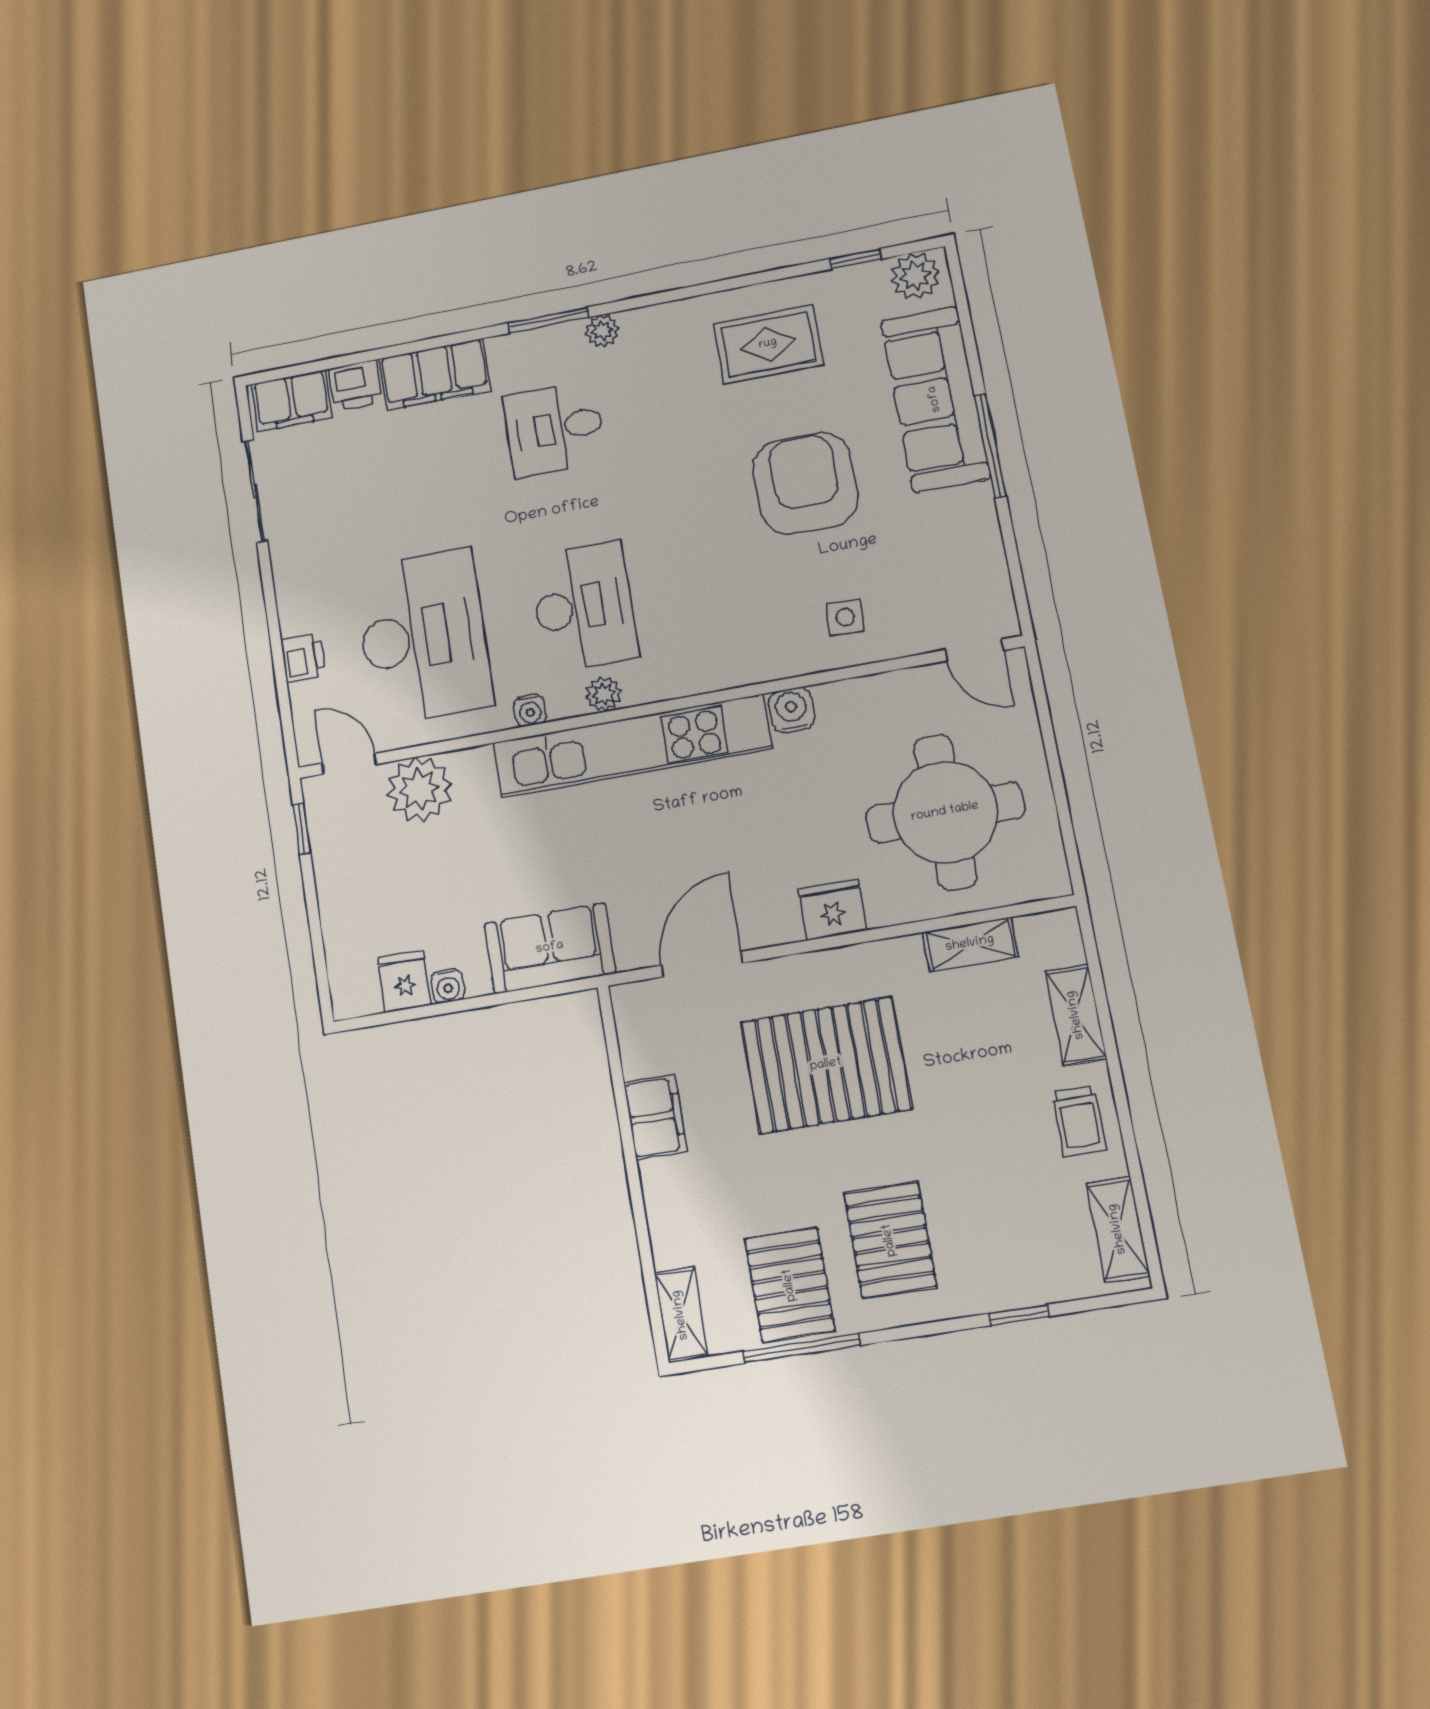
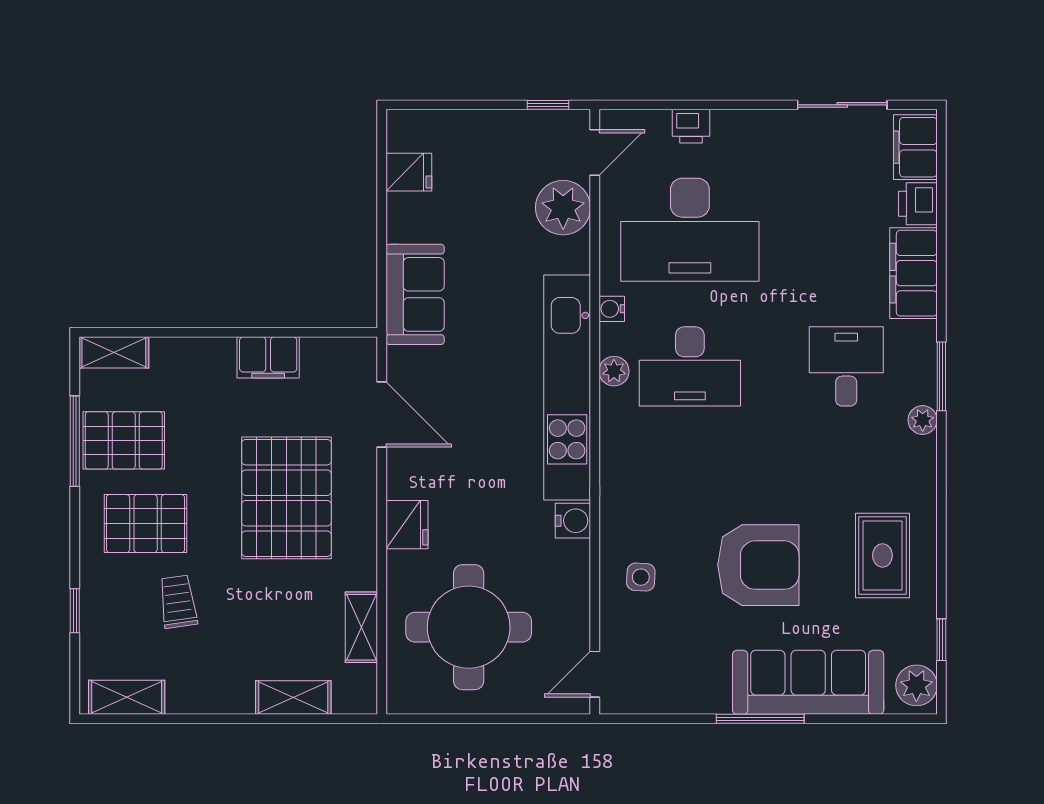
water cooler: (448, 986) -> (399, 207), removed
trolley: (1079, 1121) -> (178, 602), moved, turned 82

